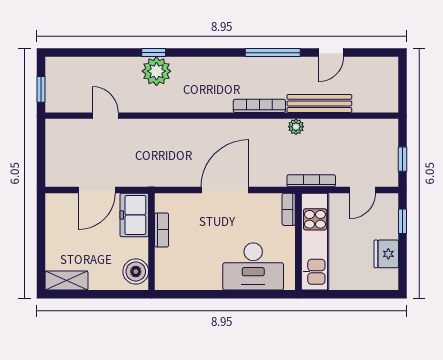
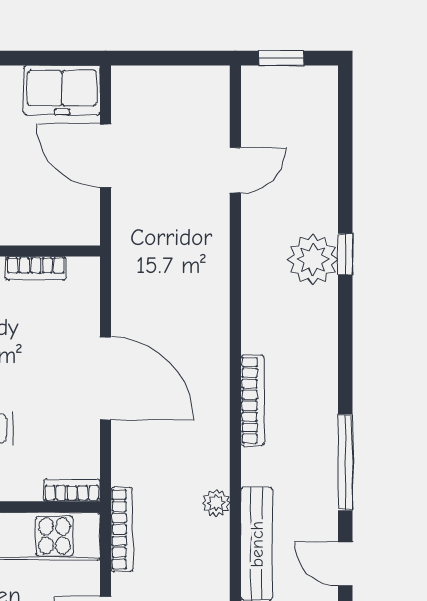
bookcase: (259, 106) -> (252, 400), moved
freezer: (134, 215) -> (62, 90), moved, turned 180

